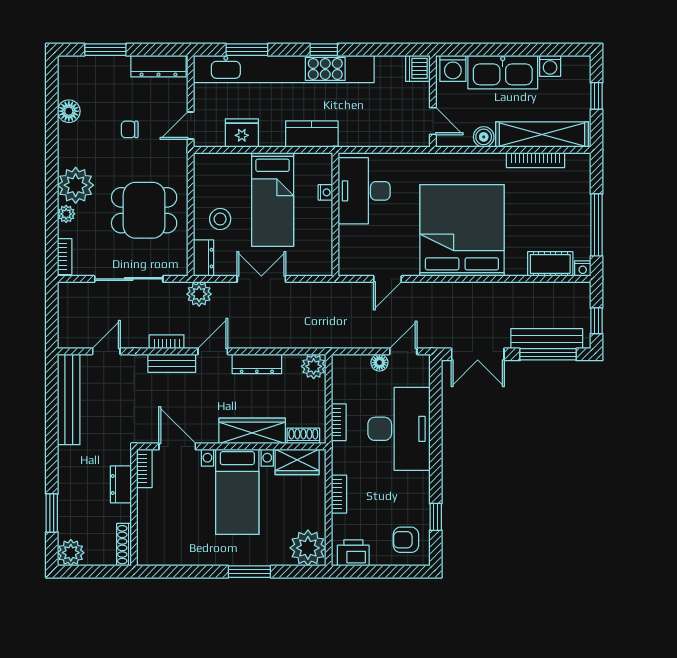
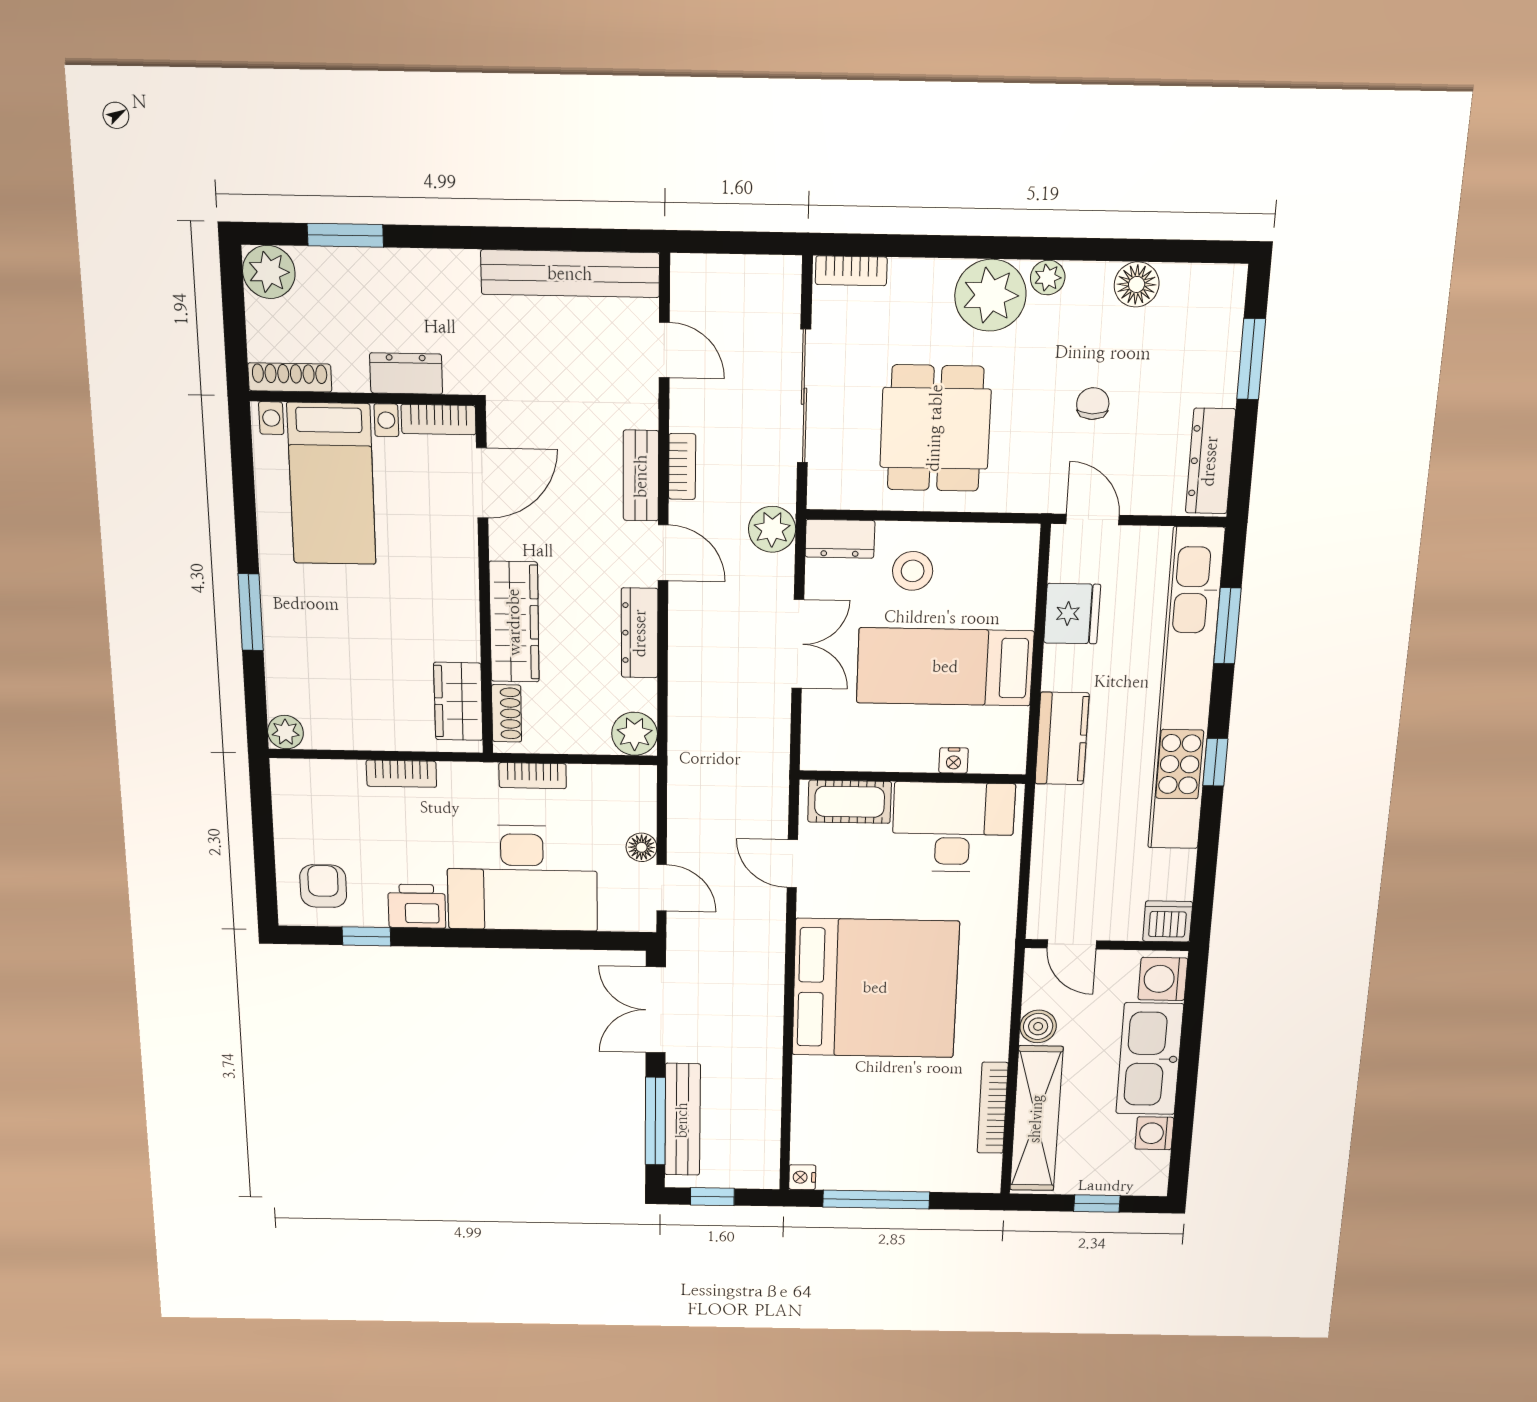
door: (433, 121) -> (1072, 944), hinge flipped
plant: (66, 214) -> (1048, 278), moved
cot: (550, 264) -> (850, 802), moved, turned 90
bed with nightstands: (237, 492) -> (332, 484), moved, turned -90
plant: (308, 548) -> (285, 732), width x0.53, depth x0.53
printer: (353, 553) -> (417, 906), moved, turned -90

